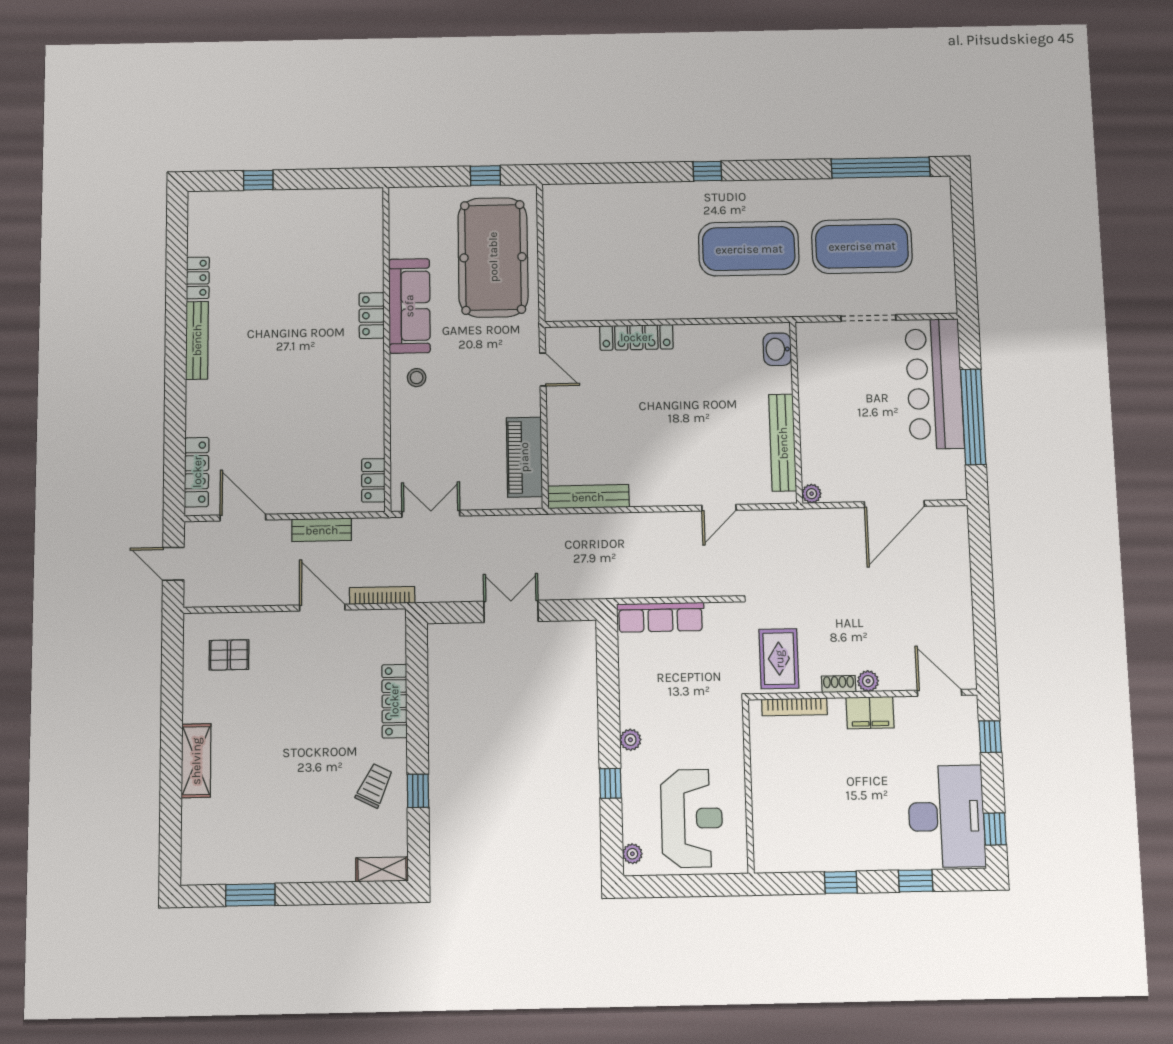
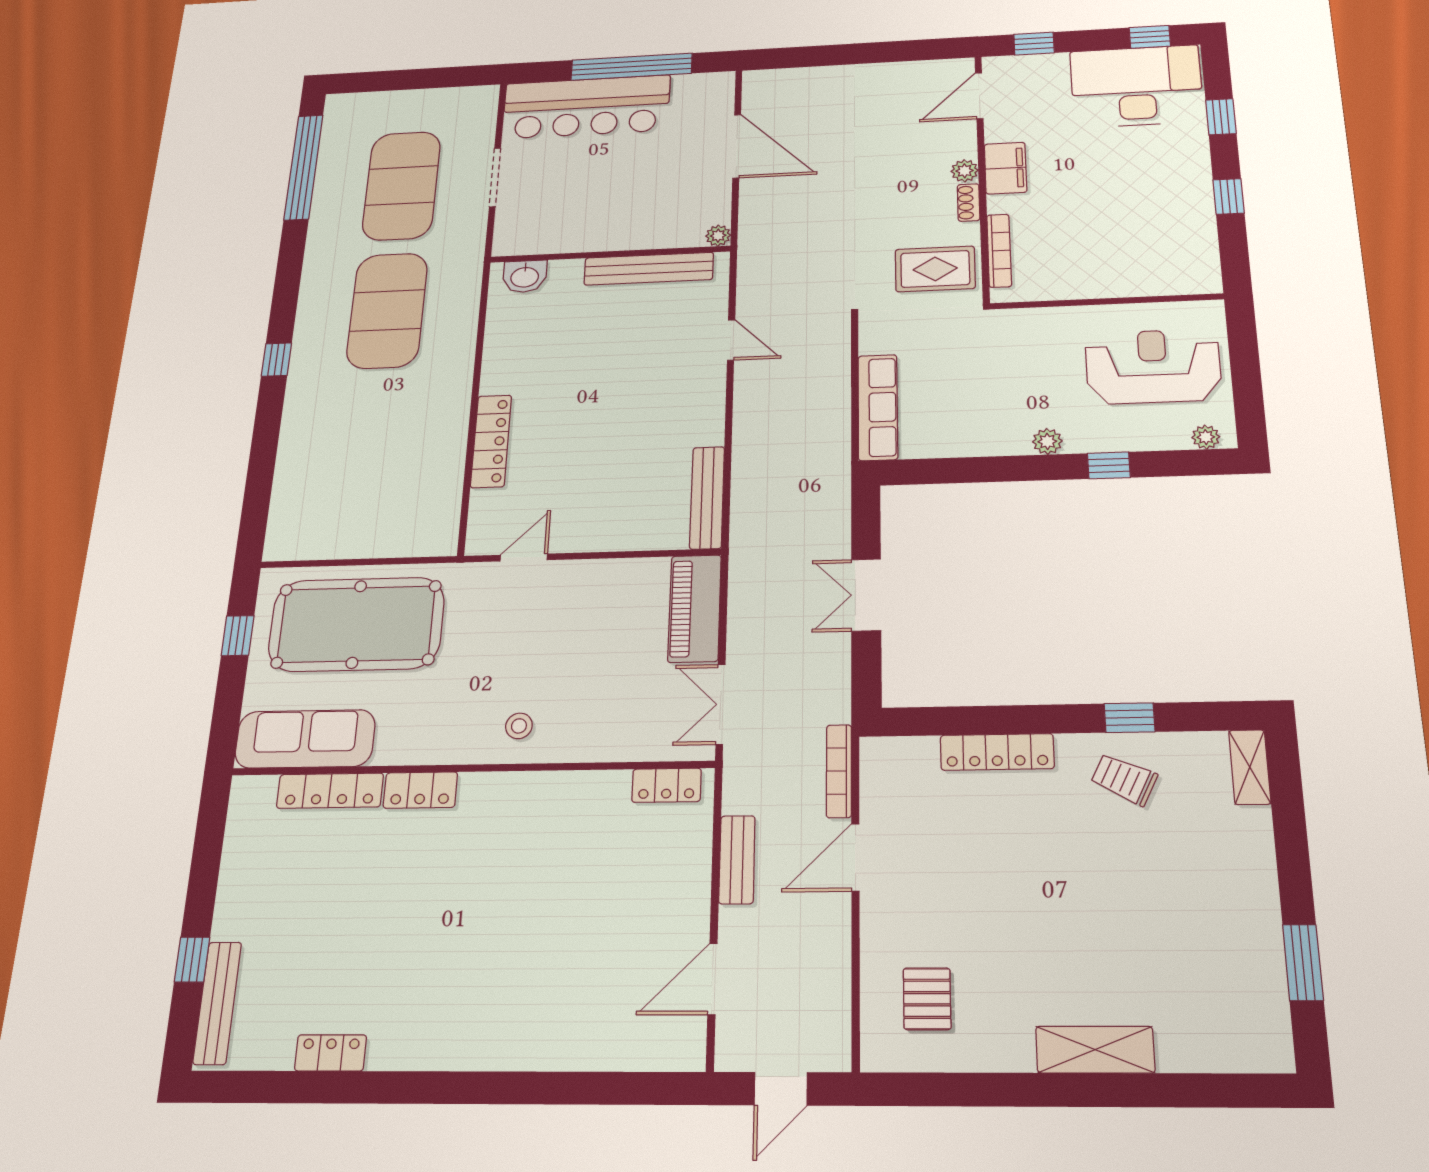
sofa: (409, 306) -> (305, 739), moved
bench: (197, 340) -> (217, 1003), moved, turned 90
piano: (524, 457) -> (695, 608), moved, turned 90
locker: (197, 472) -> (330, 791), moved, turned 180

